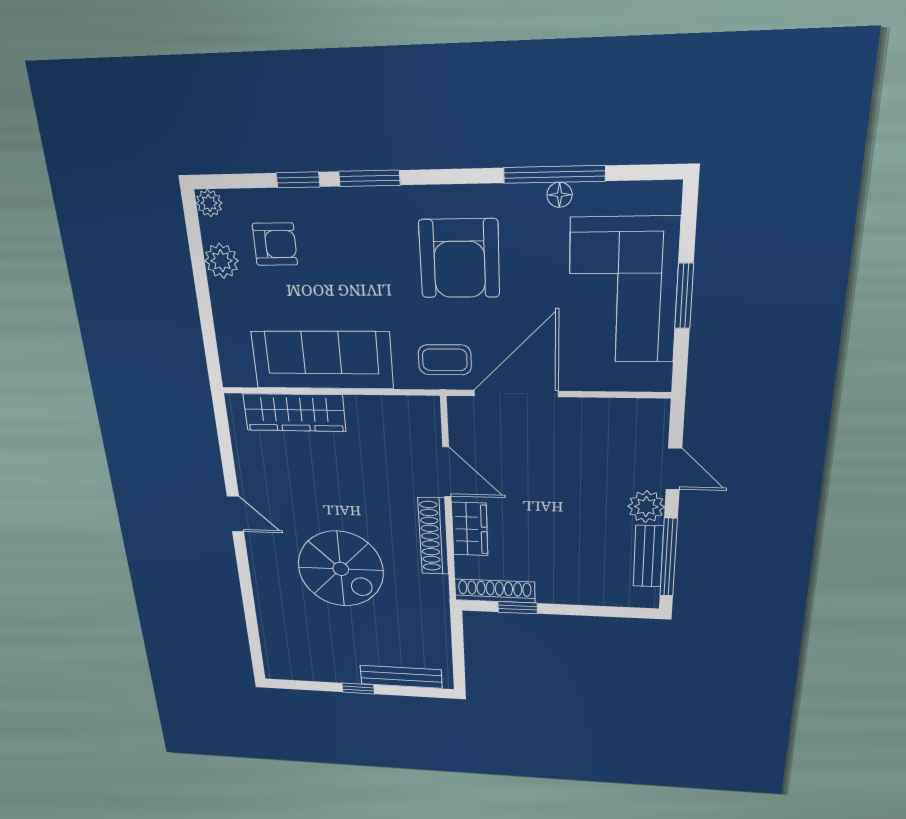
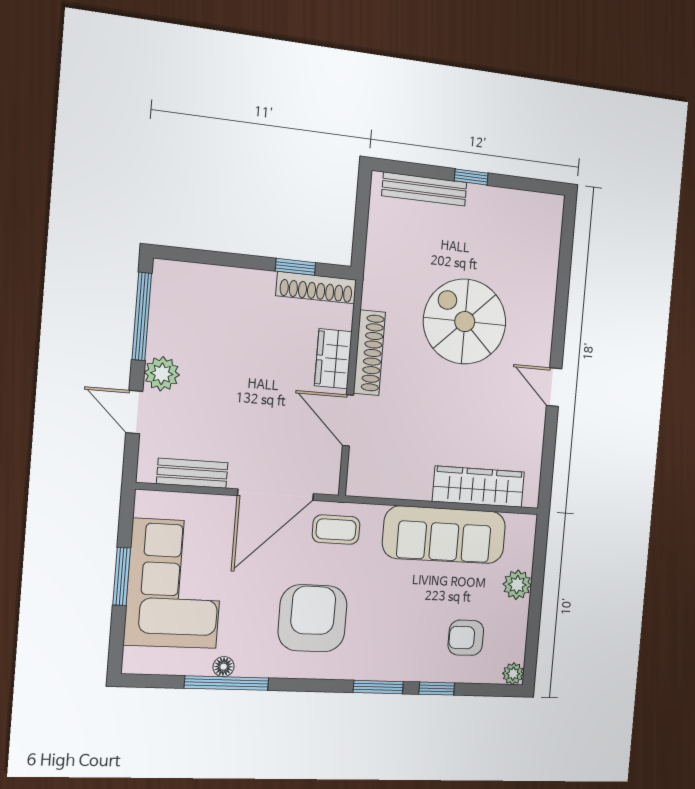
plant: (221, 261) -> (517, 585), moved
bench: (648, 556) -> (192, 473), moved, turned 90

